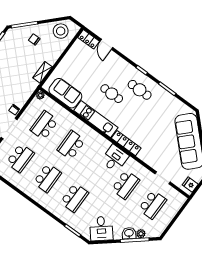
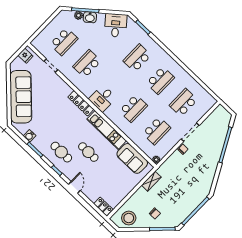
door: (106, 44) -> (74, 187), moved
water cooler: (175, 102) -> (30, 136), added
desk: (115, 159) -> (102, 98), moved
school desk: (47, 178) -> (160, 80), turned 180
school desk: (152, 205) -> (64, 42), turned 180

